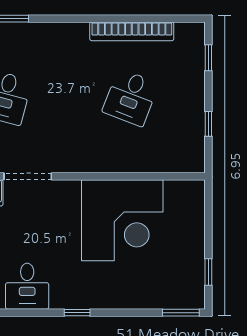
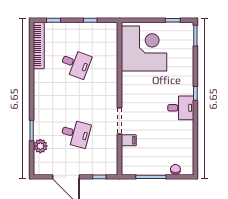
bookcase: (132, 31) -> (39, 45), moved
corner desk: (122, 220) -> (144, 48), moved
desk: (27, 286) -> (181, 108), moved

